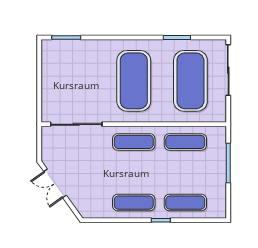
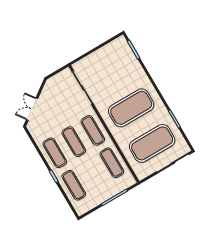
exercise mat: (134, 172) -> (74, 142), added
double door: (55, 183) -> (32, 109), moved

